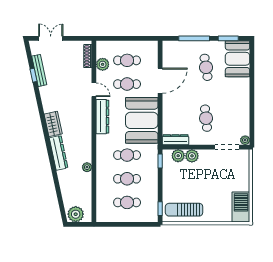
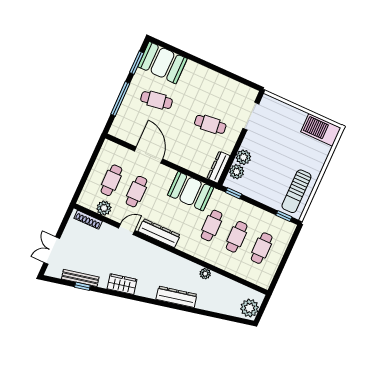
booth: (142, 120) -> (191, 191), width x0.73, depth x0.70
wardrobe: (53, 124) -> (122, 284), moved
plant: (245, 140) -> (252, 94), removed

